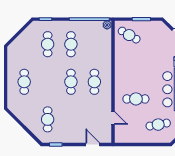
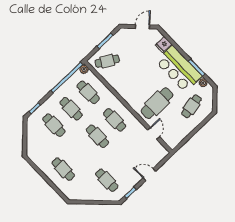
cafe table: (94, 44) -> (88, 92), added
cafe table: (136, 99) -> (157, 103), width x1.37, depth x1.35
door: (113, 118) -> (154, 133), hinge flipped
door: (93, 144) -> (149, 175), moved

